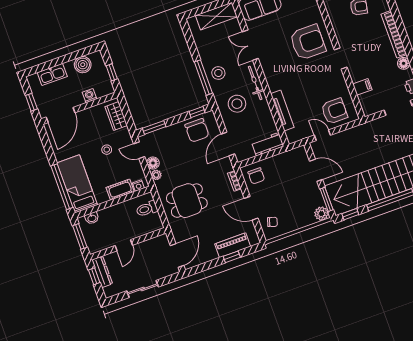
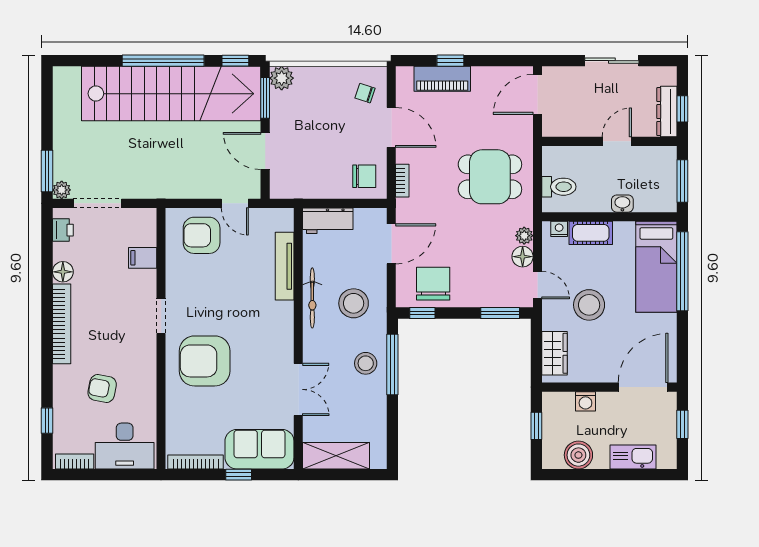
bicycle: (255, 83) -> (312, 298), moved
stool: (107, 150) -> (589, 305), width x1.89, depth x1.89
chair: (256, 176) -> (364, 176), turned 90
washbasin: (92, 218) -> (622, 204), moved

